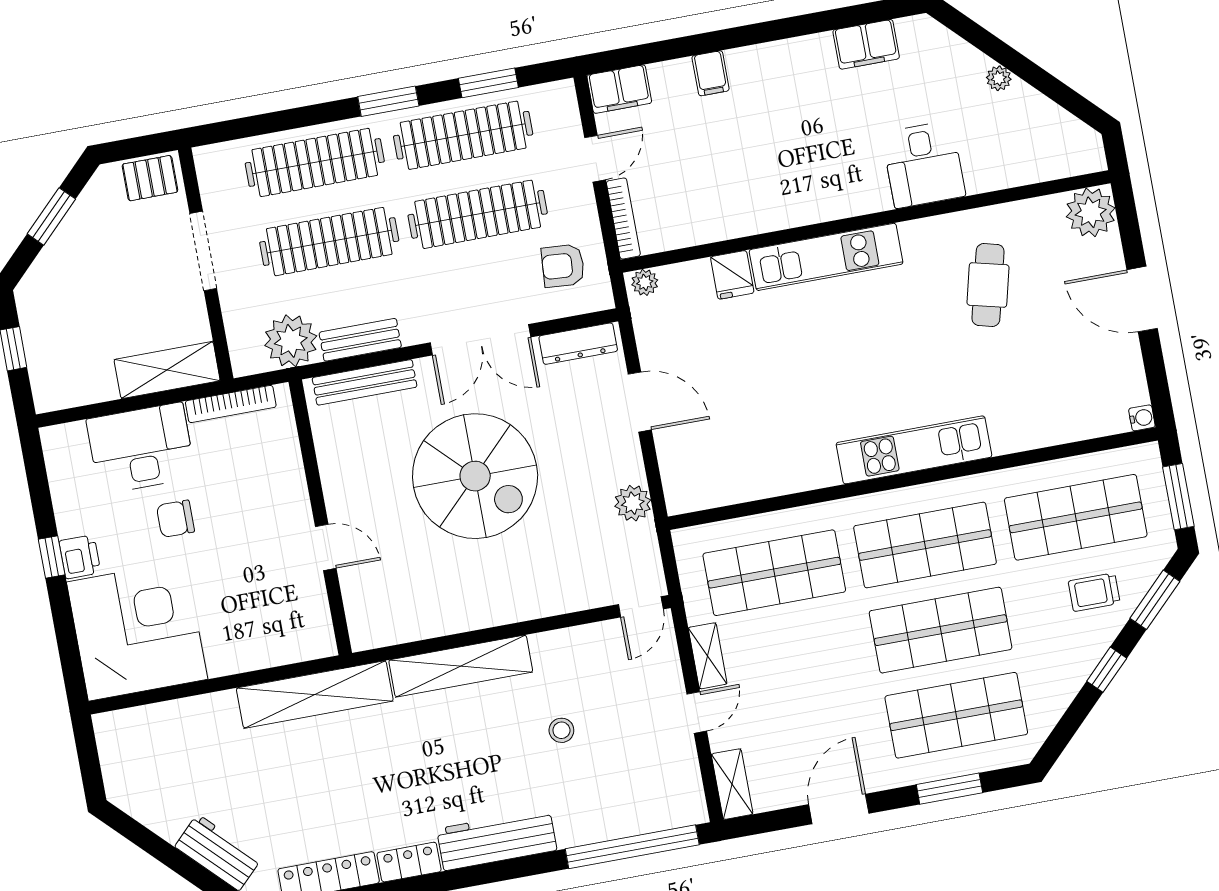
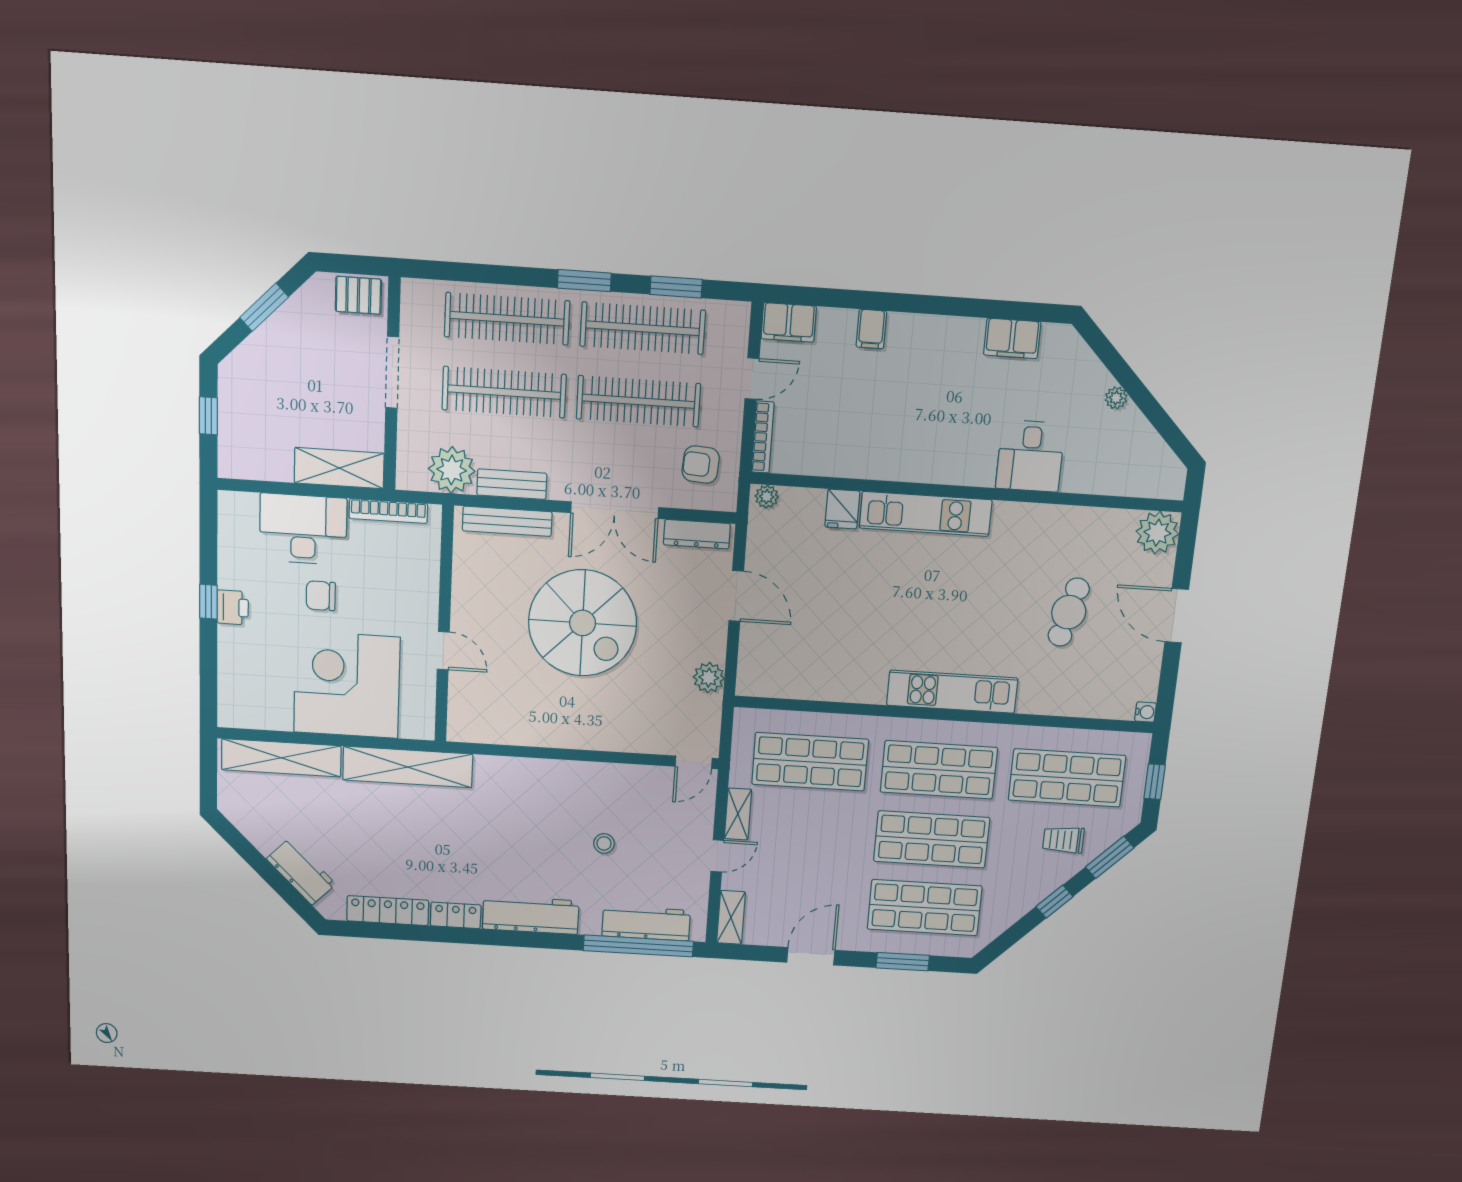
cafe table: (988, 285) -> (1069, 612), moved
window: (1178, 497) -> (1155, 782), width x0.67
corner desk: (137, 631) -> (347, 685), moved, turned -90
shelving: (461, 666) -> (281, 758), moved
workbench: (634, 816) -> (646, 923), added

